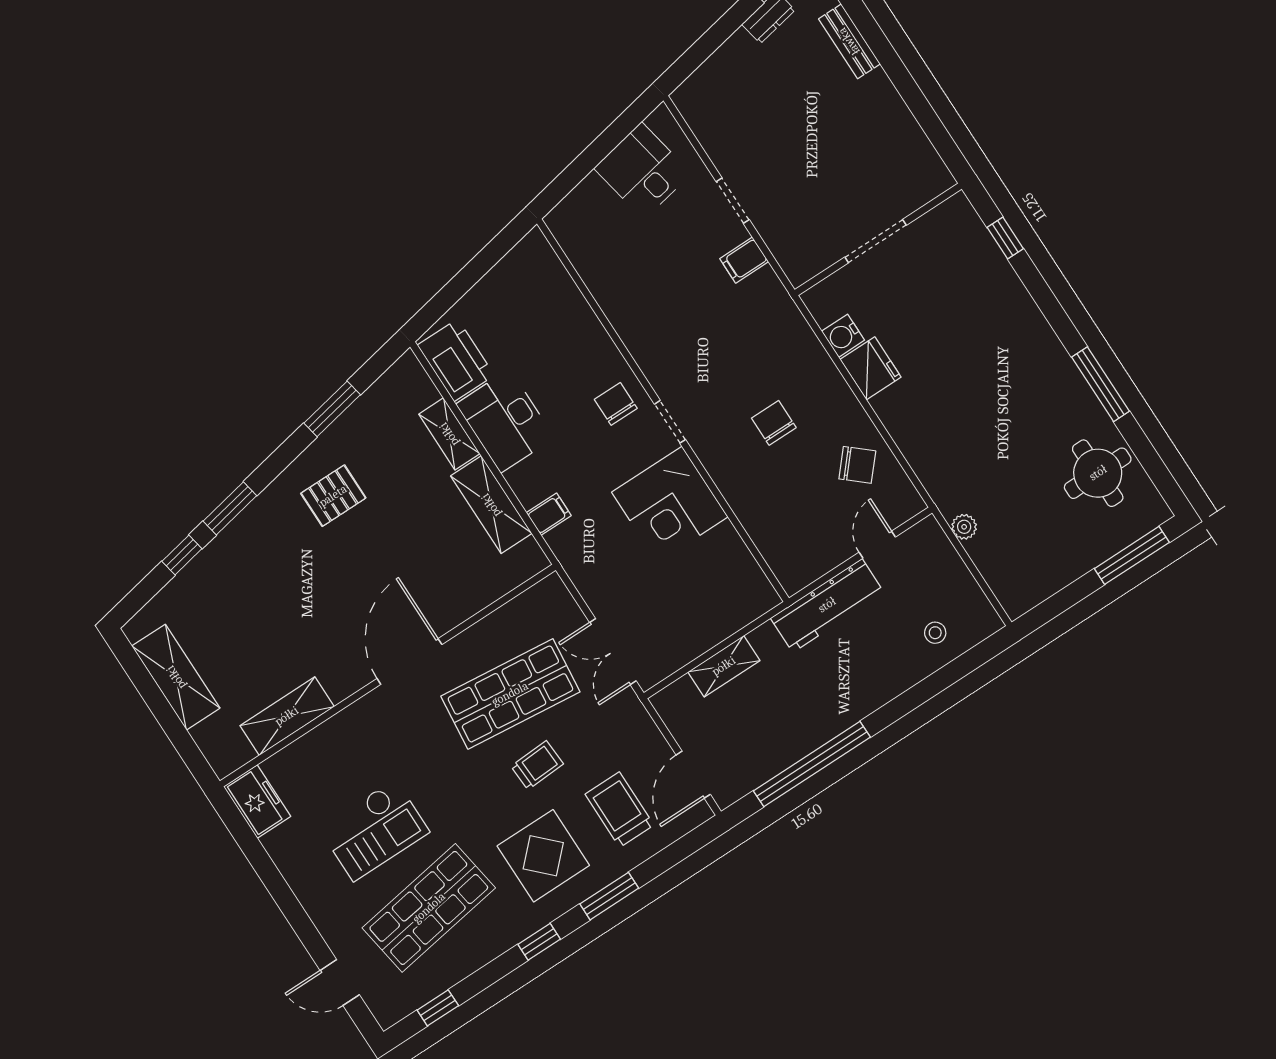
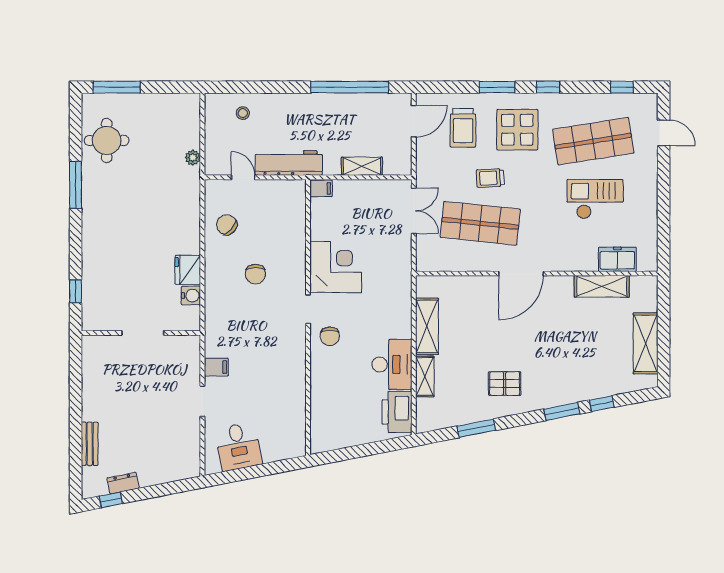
filing cabinet: (549, 514) -> (321, 189), moved, turned 180
door: (877, 545) -> (243, 177), swing flipped
freezer: (257, 802) -> (617, 259), moved, turned 90

